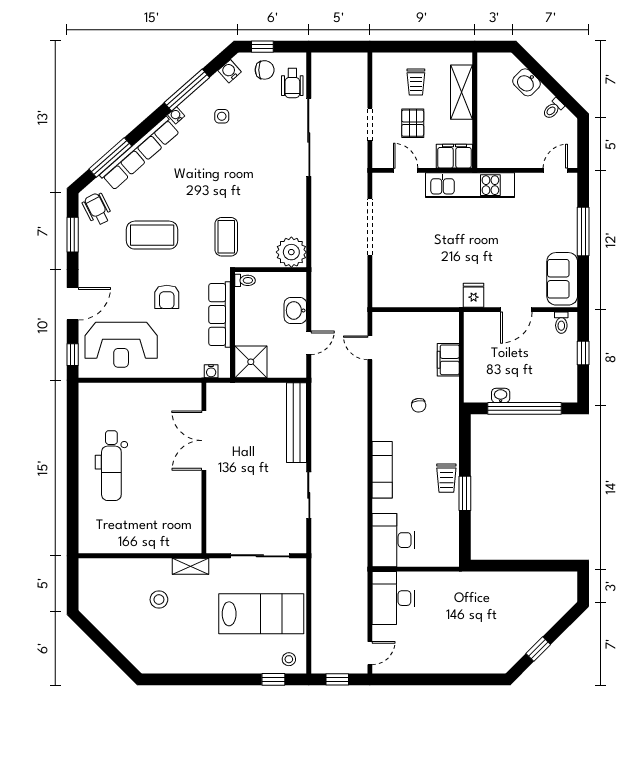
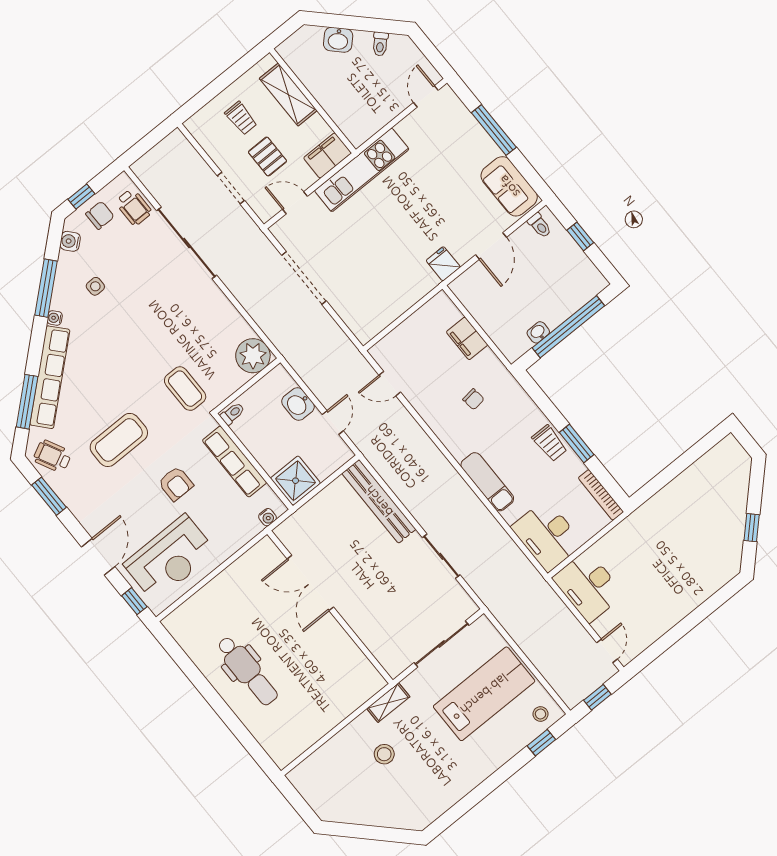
bookcase: (453, 542) -> (601, 495), added

